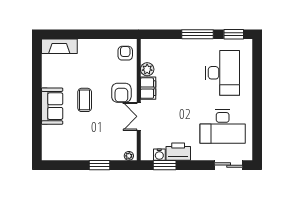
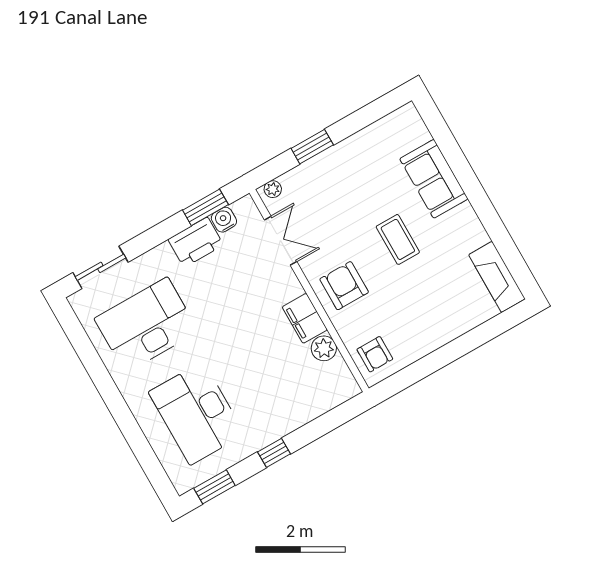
window: (197, 34) -> (274, 453), width x0.46
fireplace: (59, 46) -> (497, 277), moved, turned -90
sofa: (52, 106) -> (434, 179), moved
double door: (139, 116) -> (281, 241), moved

